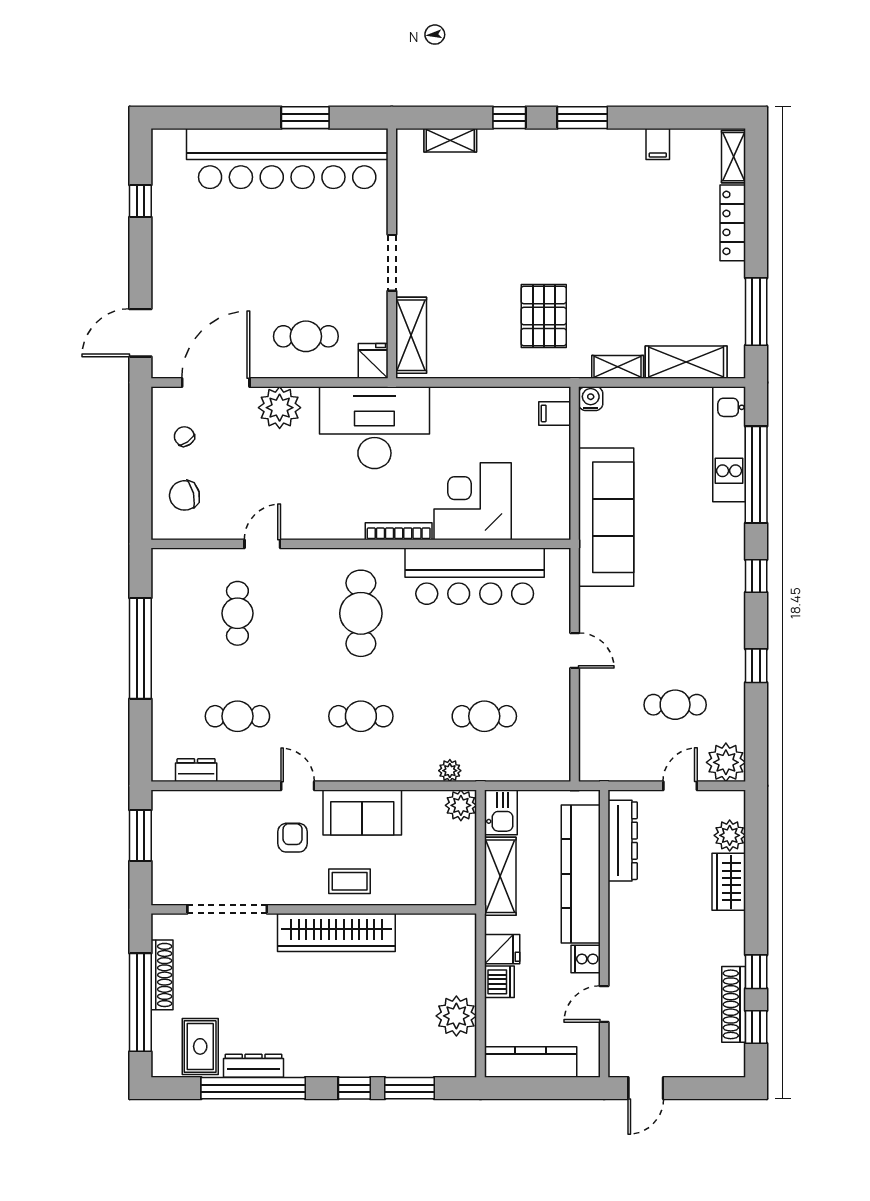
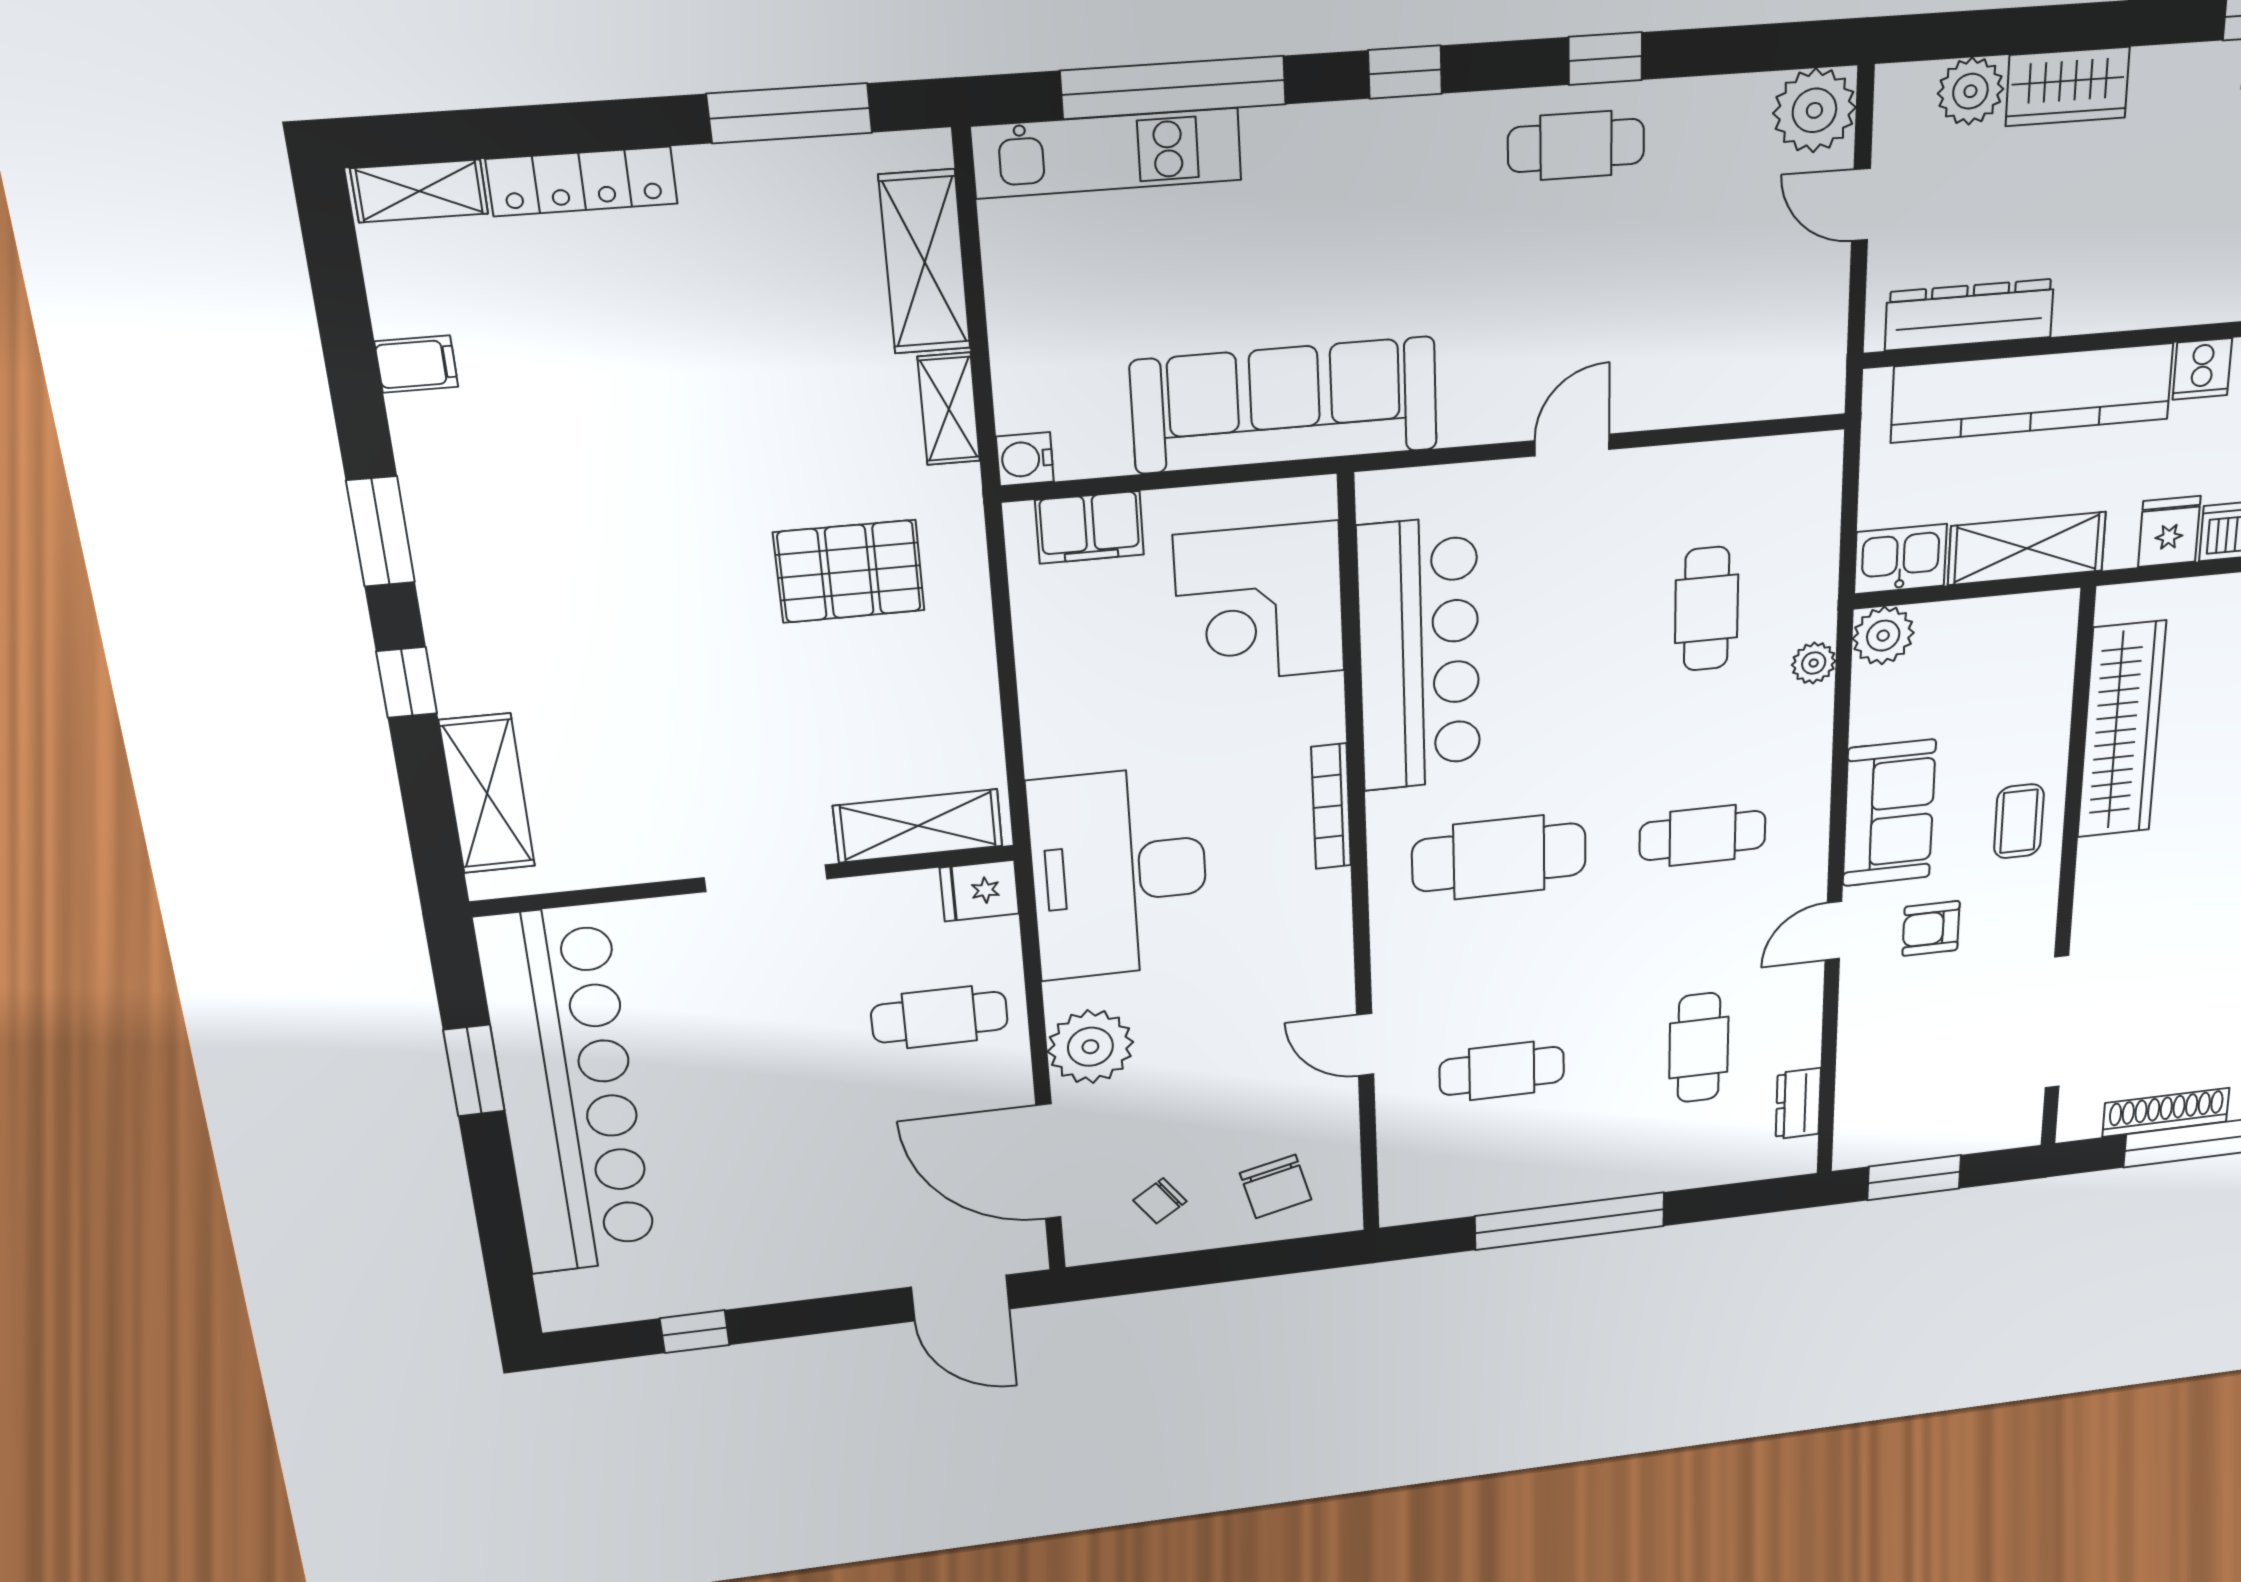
shelving: (450, 140) -> (487, 794), width x1.50, depth x1.33
cafe table: (306, 336) -> (940, 1017), turned 90
filing cabinet: (555, 413) -> (1090, 527), width x2.00
corner desk: (473, 501) -> (1259, 603), moved
cafe table: (675, 705) -> (1576, 145), moved, turned 90
cafe table: (361, 716) -> (1703, 835), turned 90
wardrobe: (336, 932) -> (2121, 730), moved

